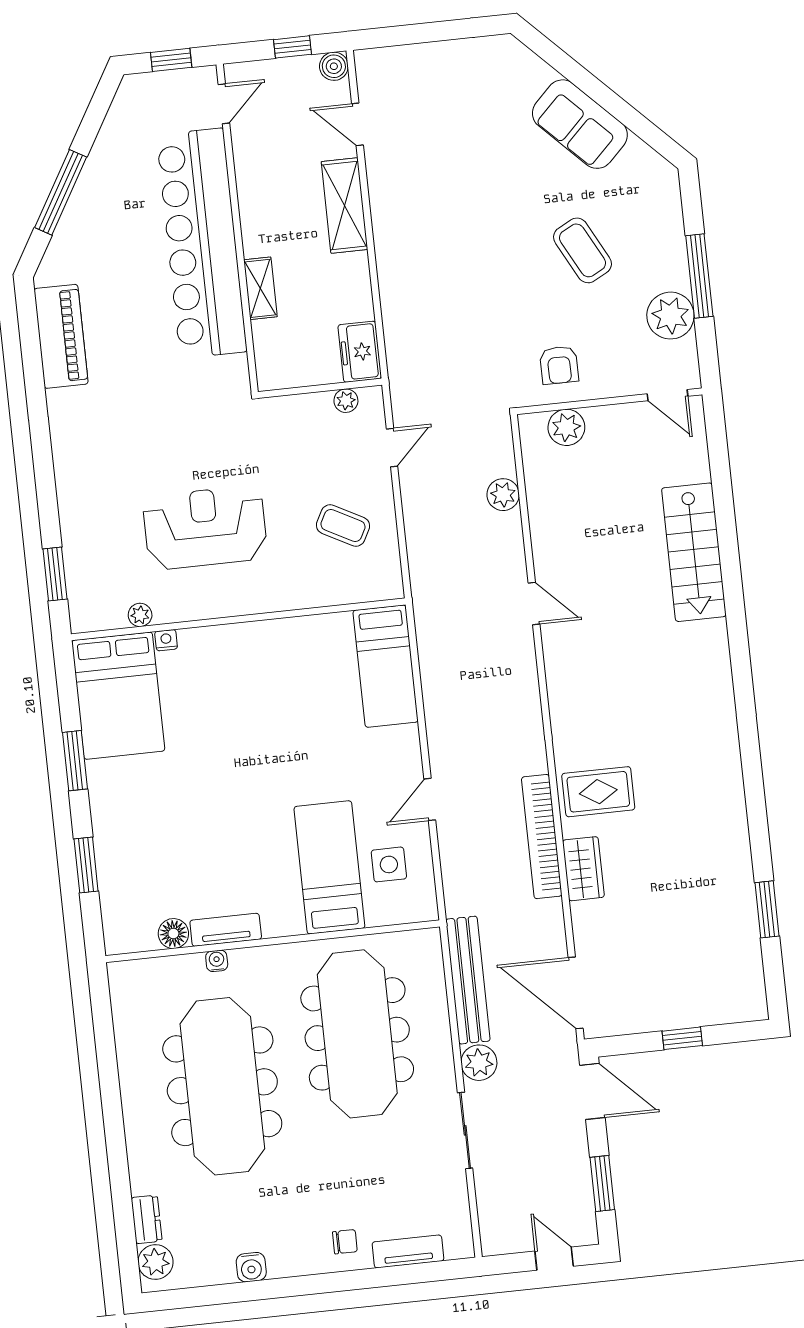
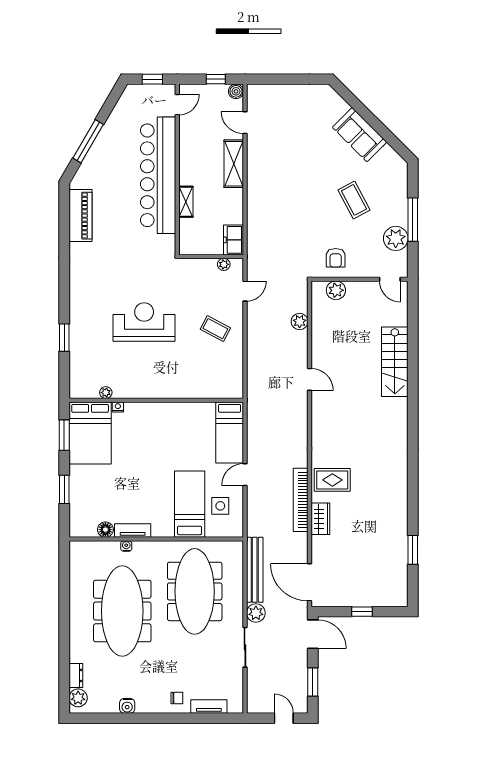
plant: (140, 615) -> (106, 393), moved
wall: (238, 619) -> (156, 400), moved
nightstand: (166, 640) -> (118, 407), moved
bed: (386, 666) -> (230, 432), moved
bed: (118, 696) -> (90, 433), moved

